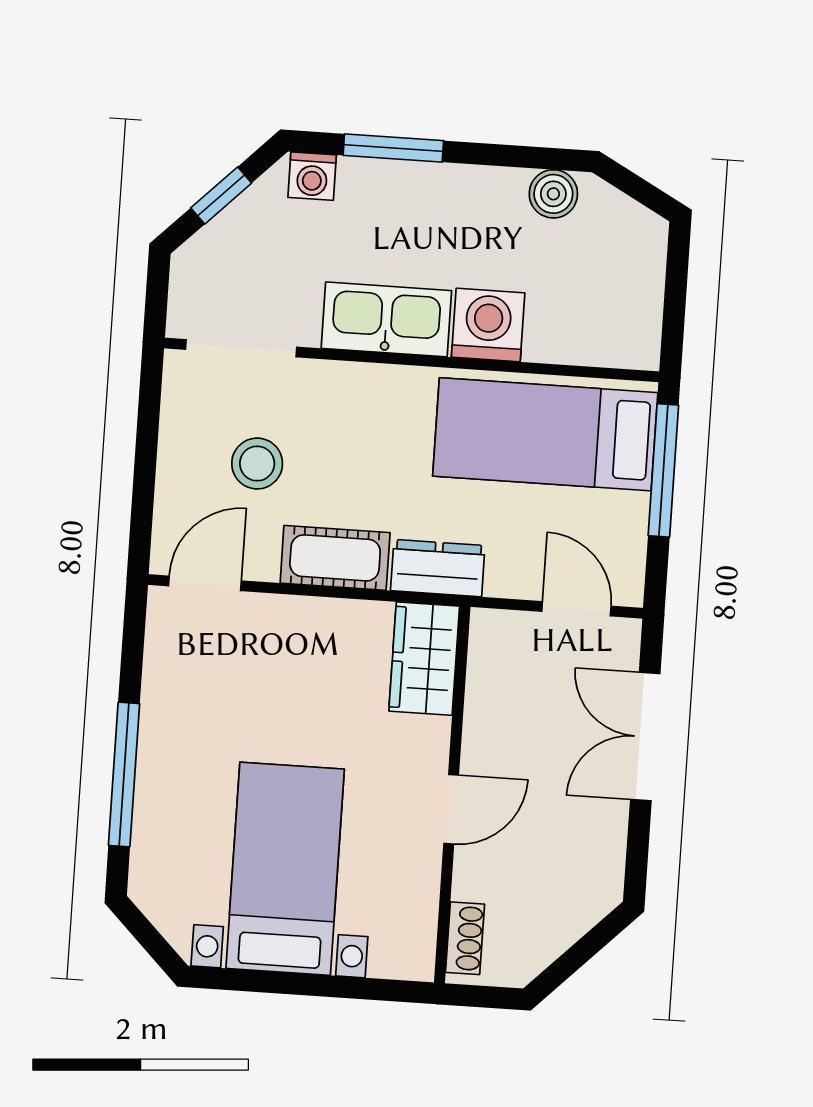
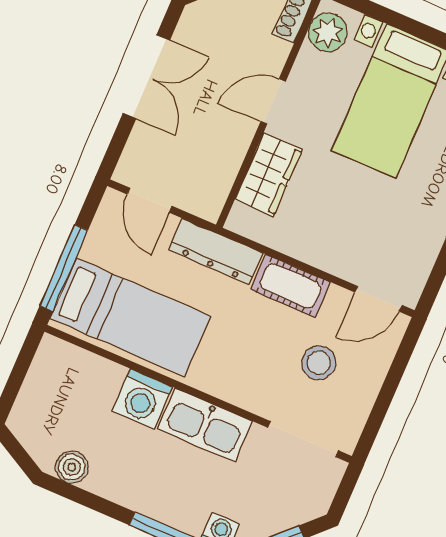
dresser: (438, 568) -> (216, 251), width x1.44
wardrobe: (424, 659) -> (269, 175), moved
double door: (645, 736) -> (146, 77), moved
plant: (408, 934) -> (328, 32), added

